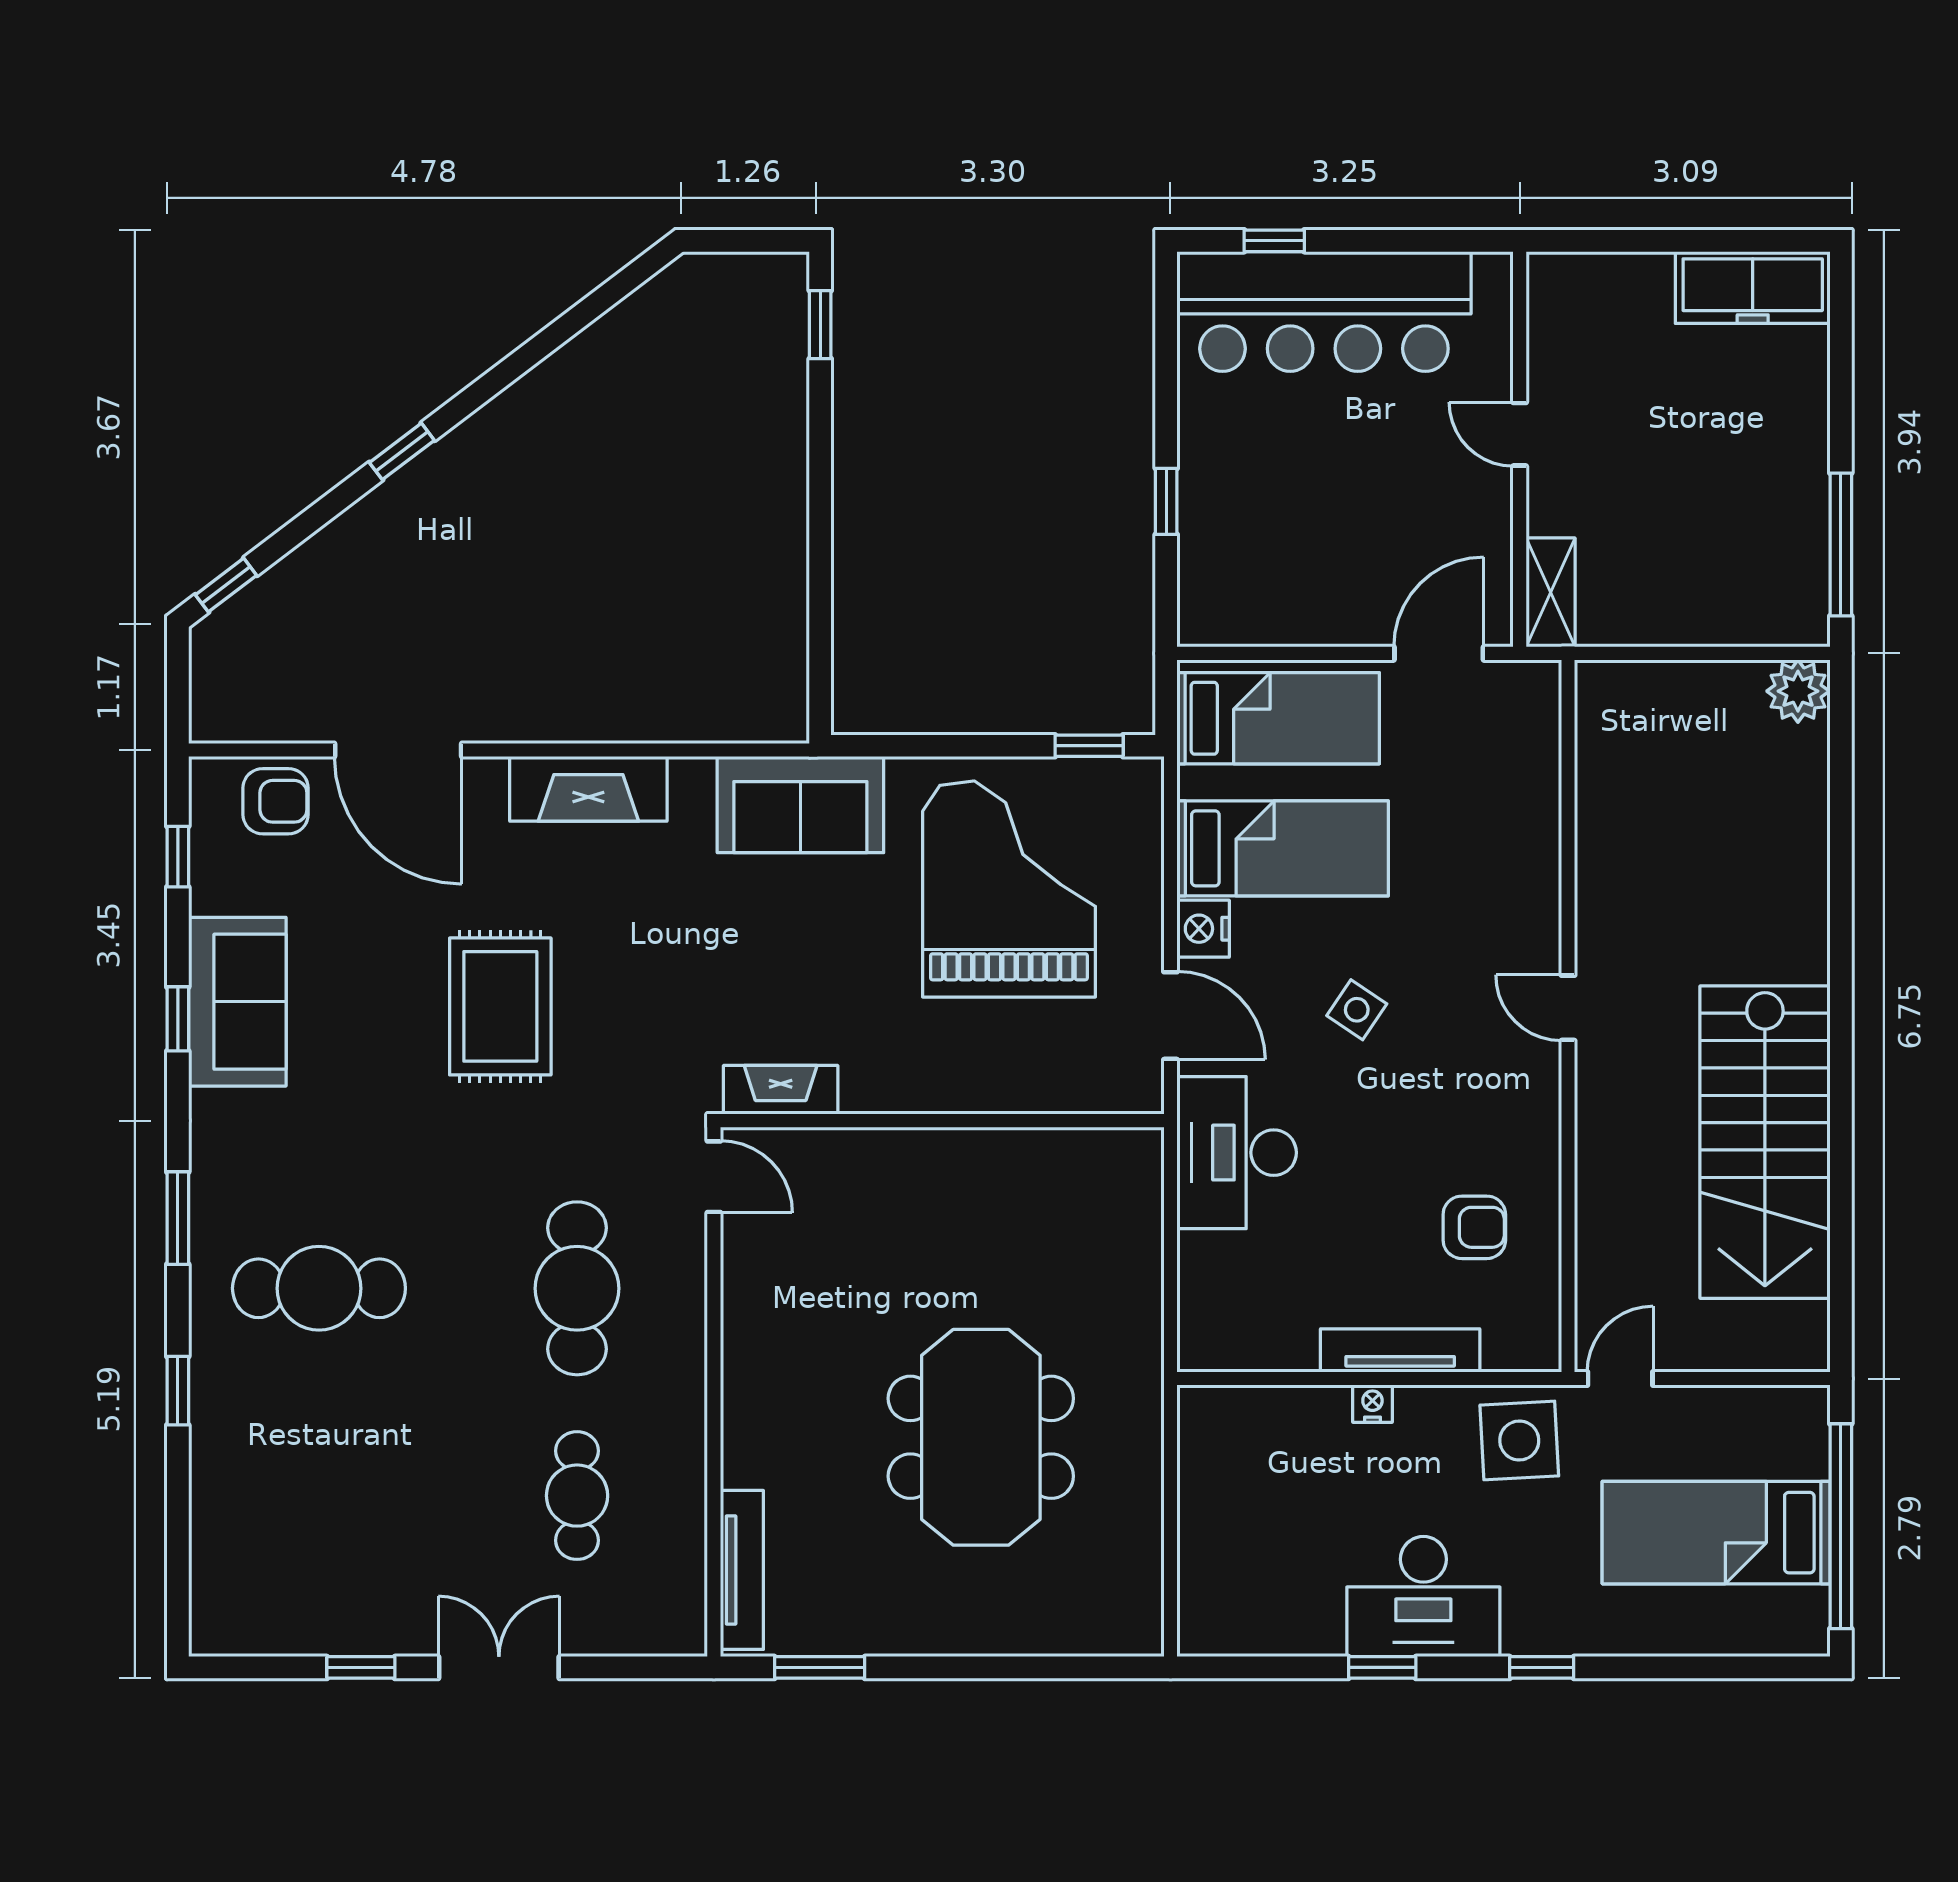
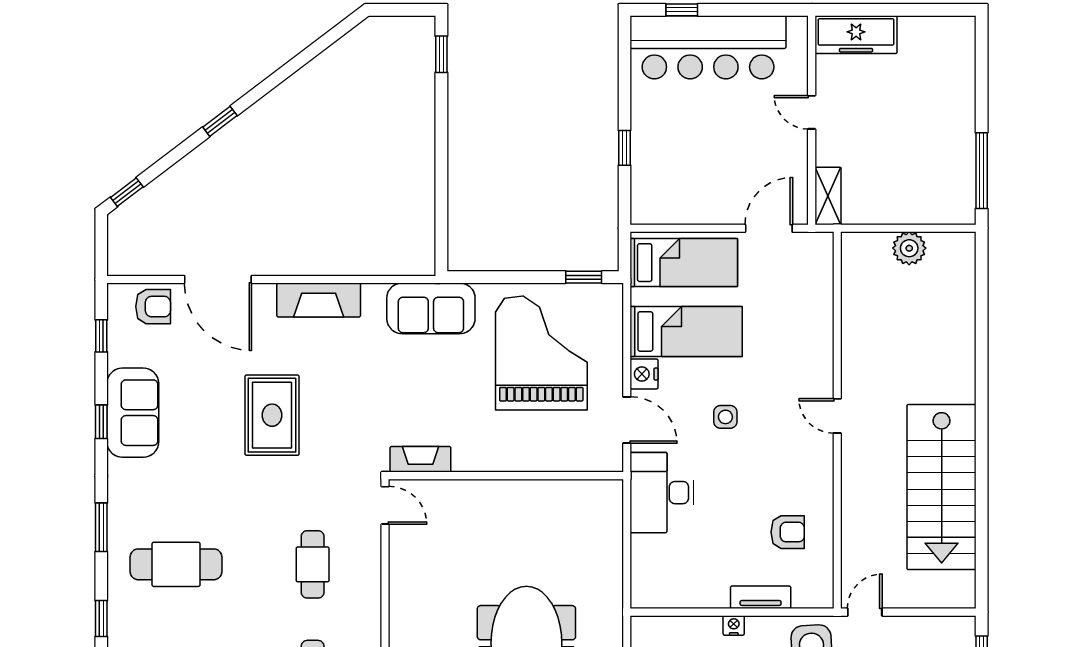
freezer: (1753, 288) -> (856, 35), moved
plant: (1798, 691) -> (909, 248), moved
side table: (1357, 1010) -> (725, 417), turned -34
cafe table: (577, 1288) -> (313, 564), width x0.73, depth x0.74
tv unit: (1400, 1350) -> (761, 597), width x0.71

